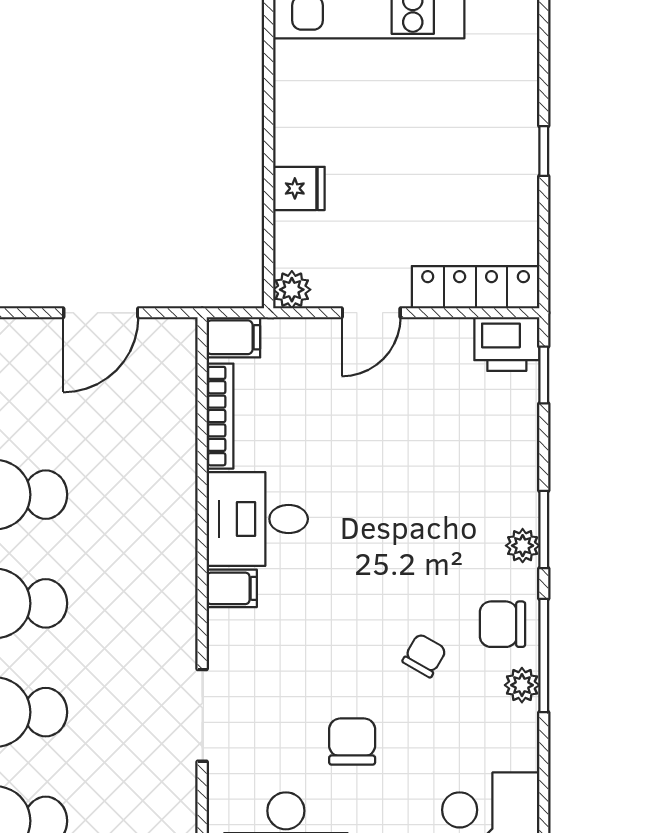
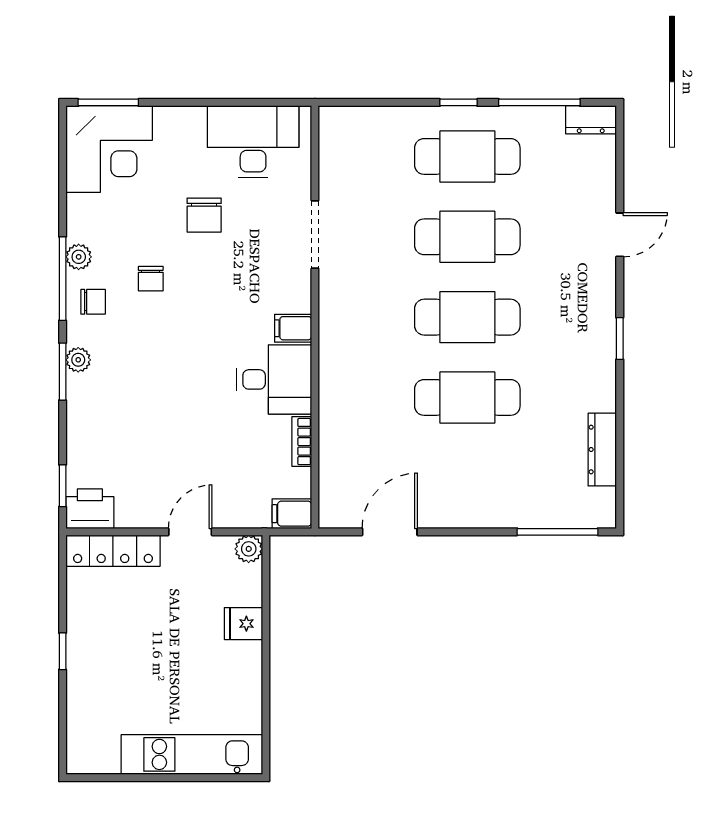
bookcase: (220, 416) -> (302, 442), width x0.64
chair: (502, 624) -> (93, 302), width x0.73, depth x0.73
chair: (424, 655) -> (151, 279), turned -30

